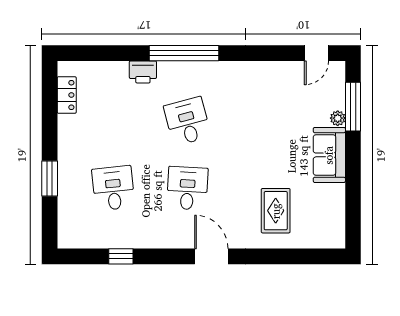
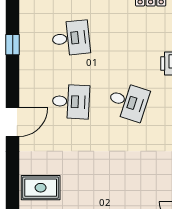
desk: (187, 121) -> (128, 102), turned 33
rug: (276, 211) -> (41, 188), moved

